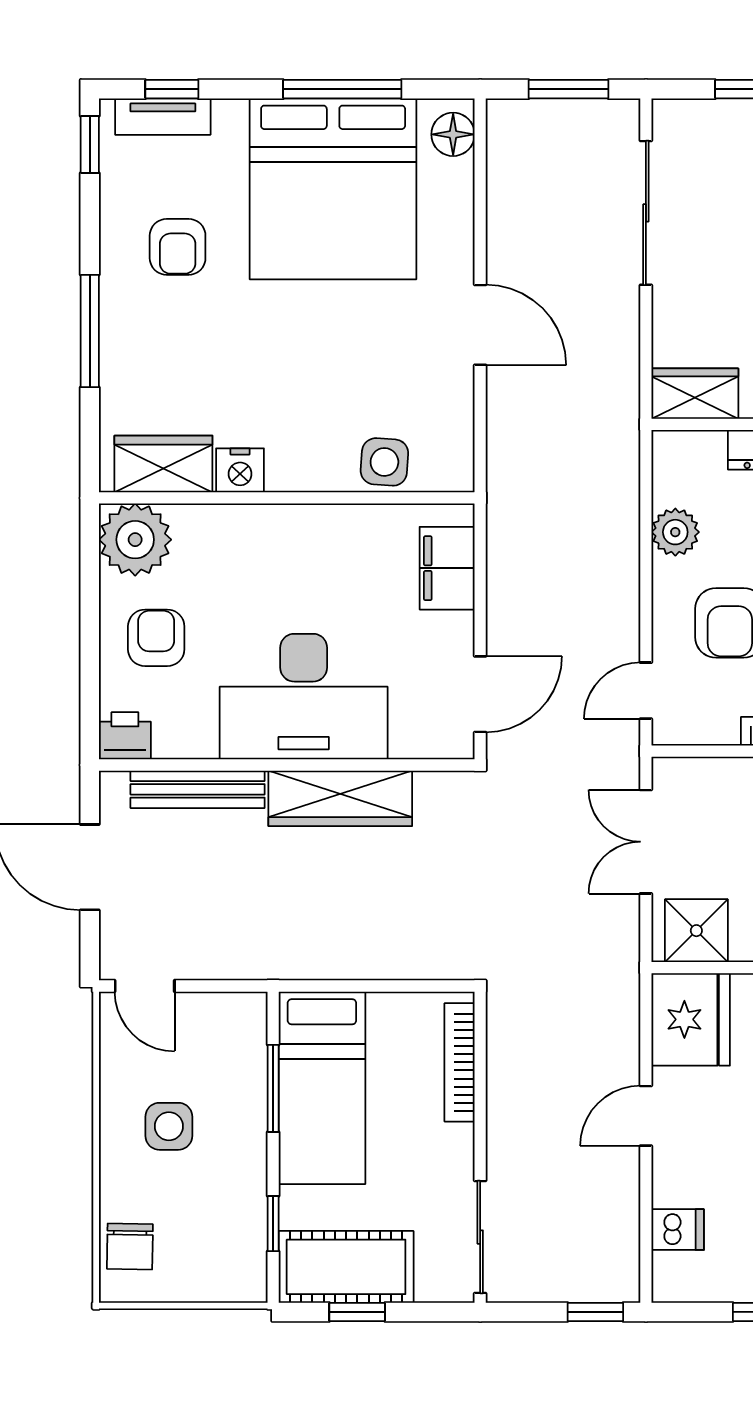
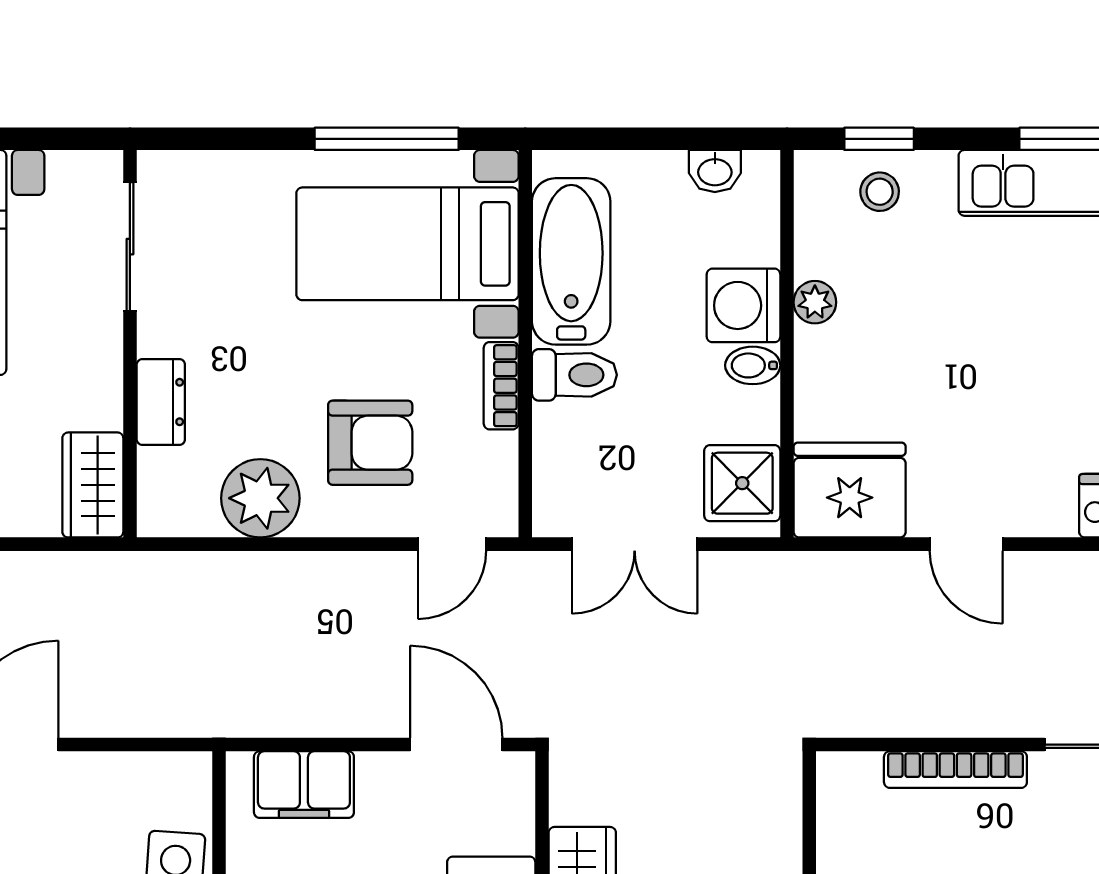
plant: (675, 532) -> (260, 498), width x1.36, depth x1.36
door: (646, 691) -> (452, 544), hinge flipped
bookcase: (460, 1062) -> (955, 770), moved

